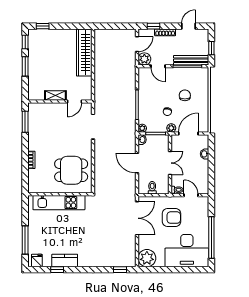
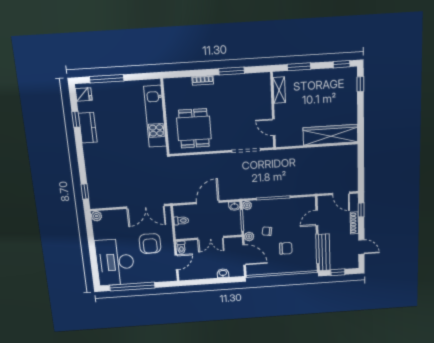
plant: (144, 59) -> (325, 203), removed
window: (25, 66) -> (299, 67), moved
shelving: (55, 96) -> (279, 90), moved
window: (25, 122) -> (232, 71), moved
plant: (147, 258) -> (96, 216), width x0.53, depth x0.53

